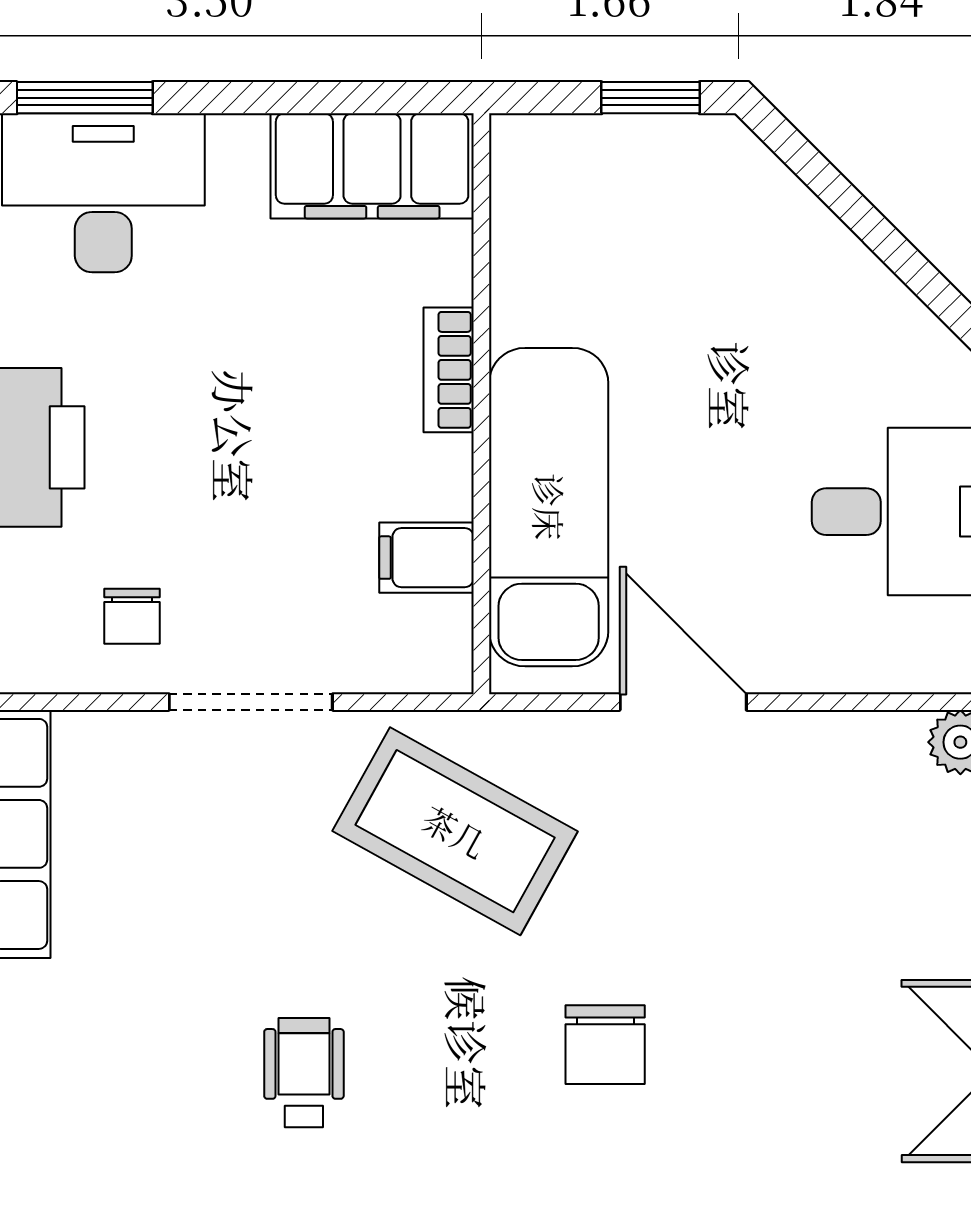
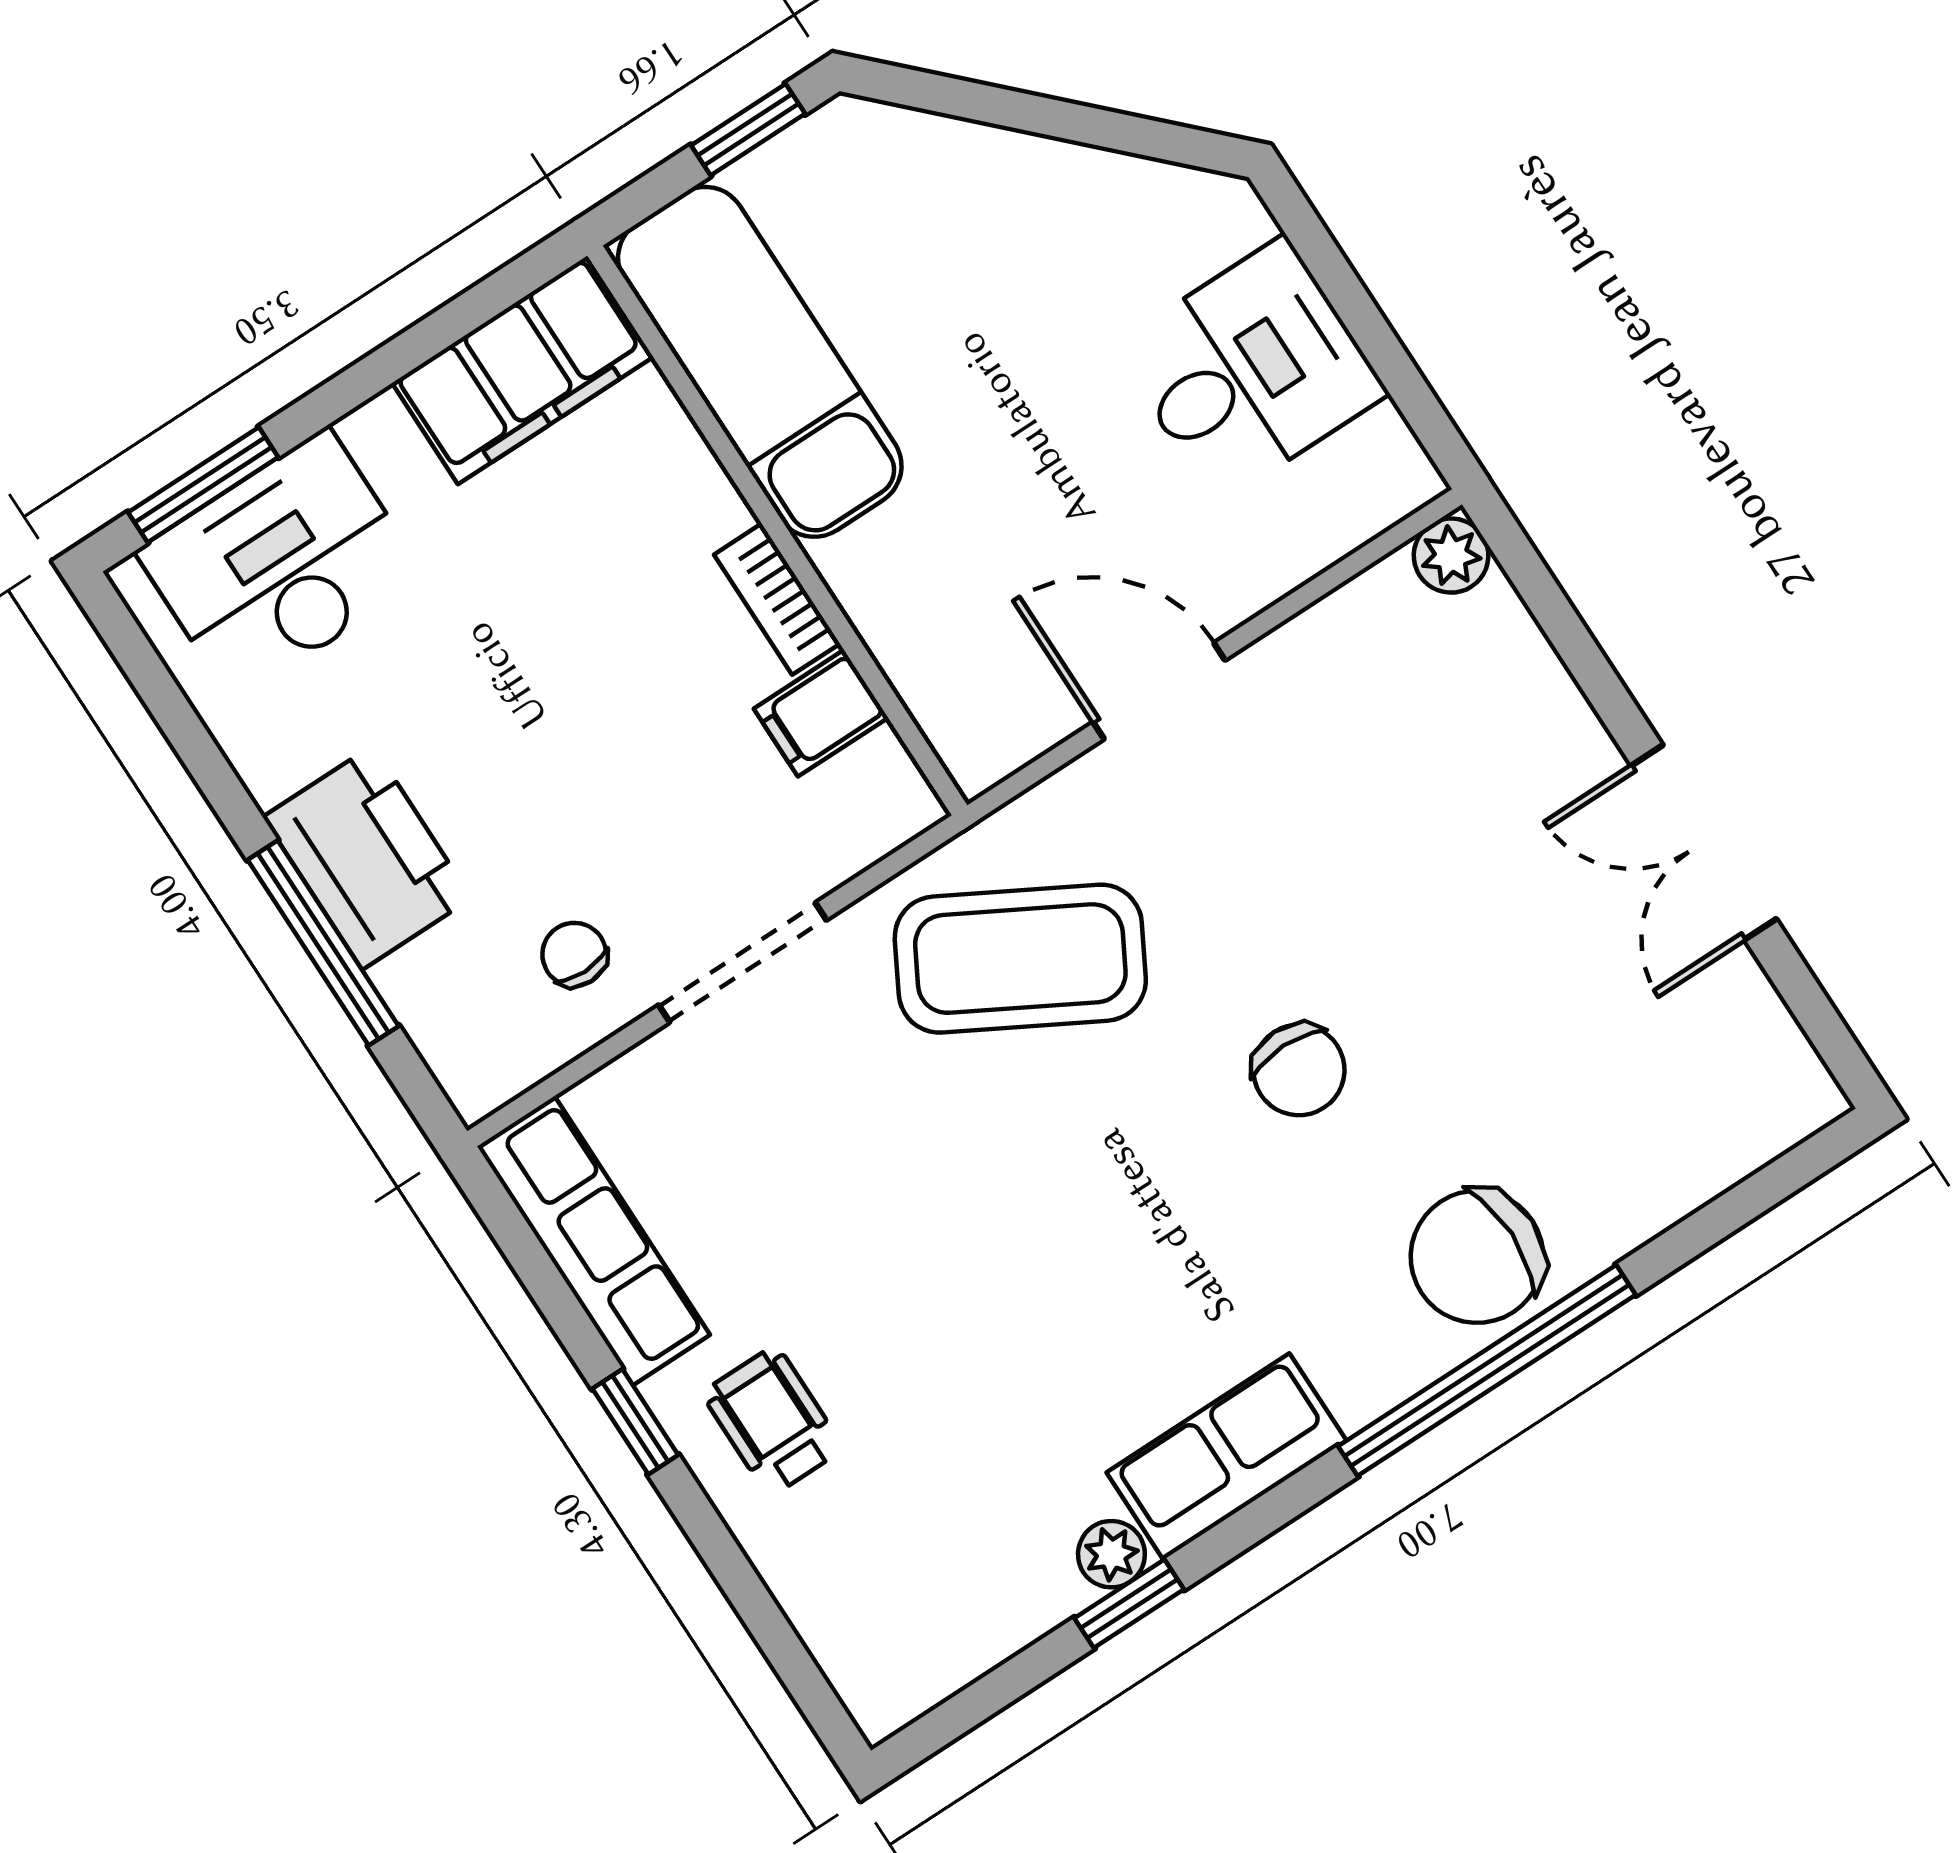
bookcase: (449, 370) -> (777, 599), moved
exam couch: (549, 507) -> (760, 362), moved
chair: (132, 616) -> (574, 954), turned 180
wheelchair: (304, 1073) -> (773, 1421), moved

